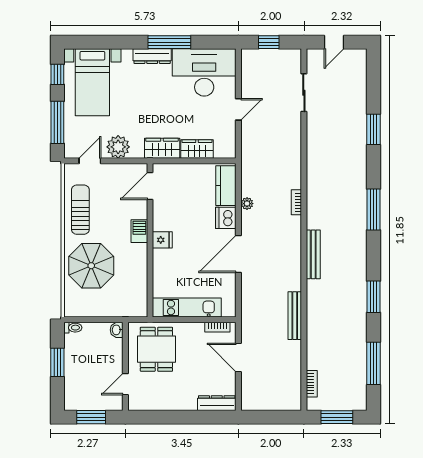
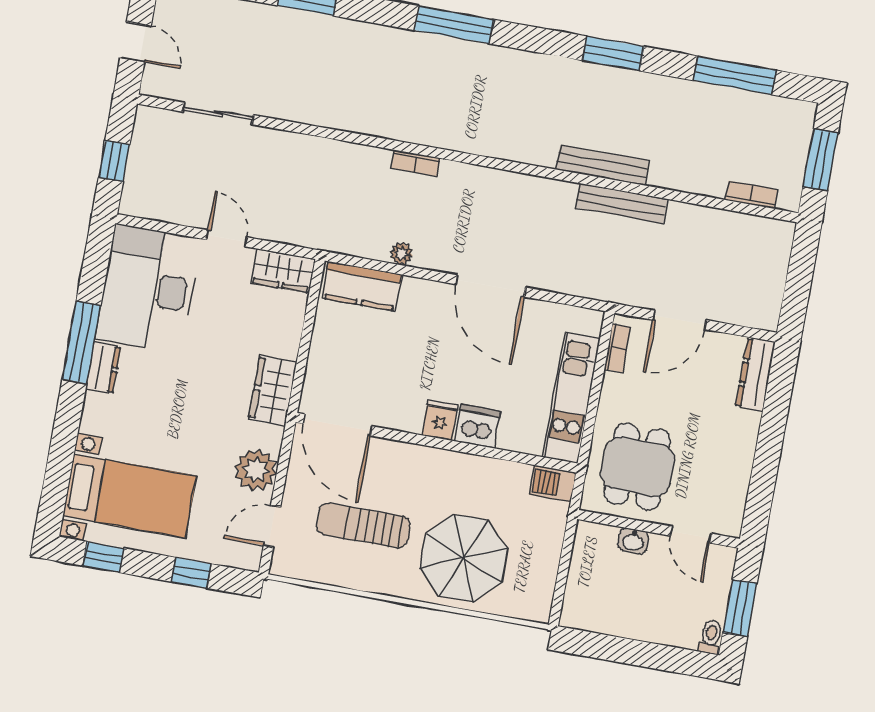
dresser: (152, 56) -> (103, 368), width x0.70
window: (57, 122) -> (191, 573), width x0.46
wardrobe: (197, 149) -> (283, 271), moved, turned -90
door: (90, 161) -> (272, 526), hinge flipped
door: (150, 186) -> (338, 425), width x1.36
sun lounger: (80, 210) -> (363, 525), moved
dishwasher: (226, 218) -> (477, 426), moved, turned 180
barbecue: (139, 231) -> (553, 484), moved
bench: (313, 254) -> (603, 165), moved
toilet: (73, 328) -> (711, 637), moved
washbasin: (117, 330) -> (633, 541), moved
dining table: (156, 349) -> (637, 467), turned 90
window: (57, 362) -> (629, 652), removed

